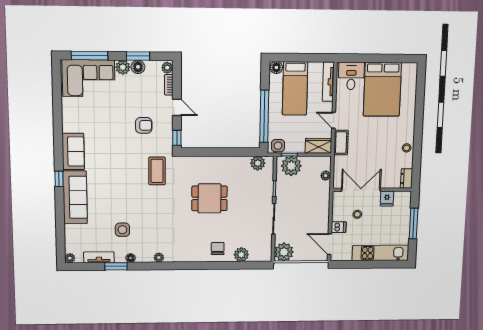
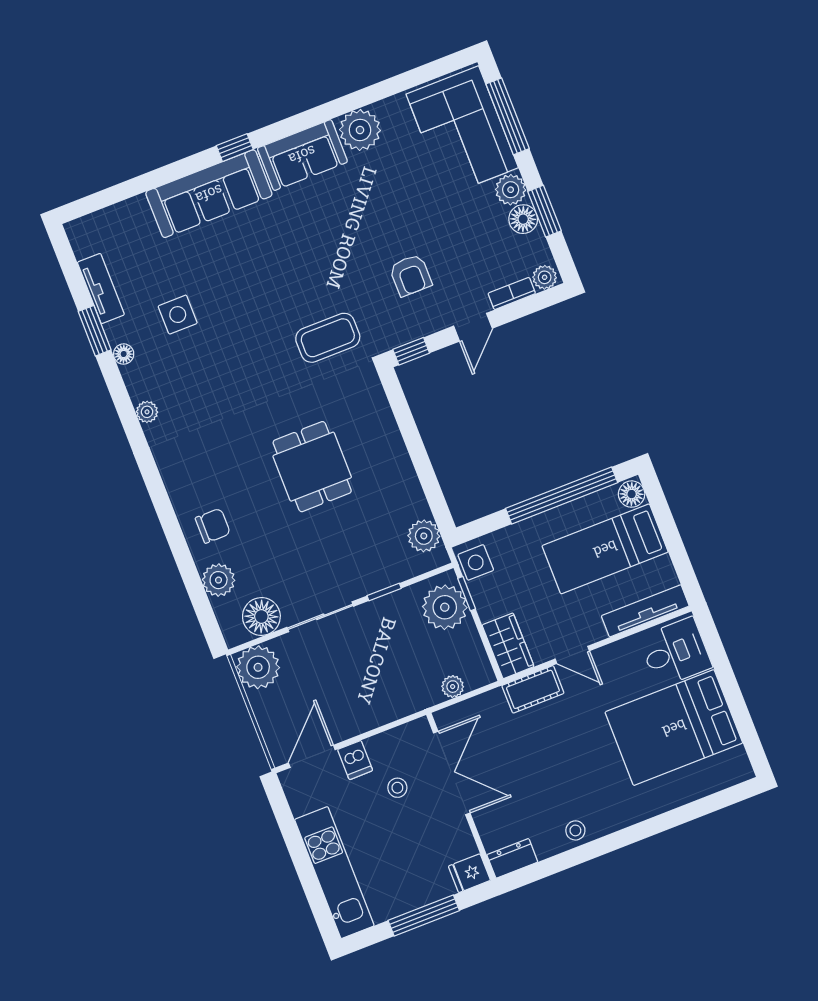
window: (264, 116) -> (562, 495), moved
door: (334, 120) -> (572, 655), swing flipped
fridge: (387, 199) -> (469, 873), moved
floor lamp: (264, 243) -> (261, 616), added
plant: (70, 258) -> (360, 130), moved, width x1.88, depth x1.88

